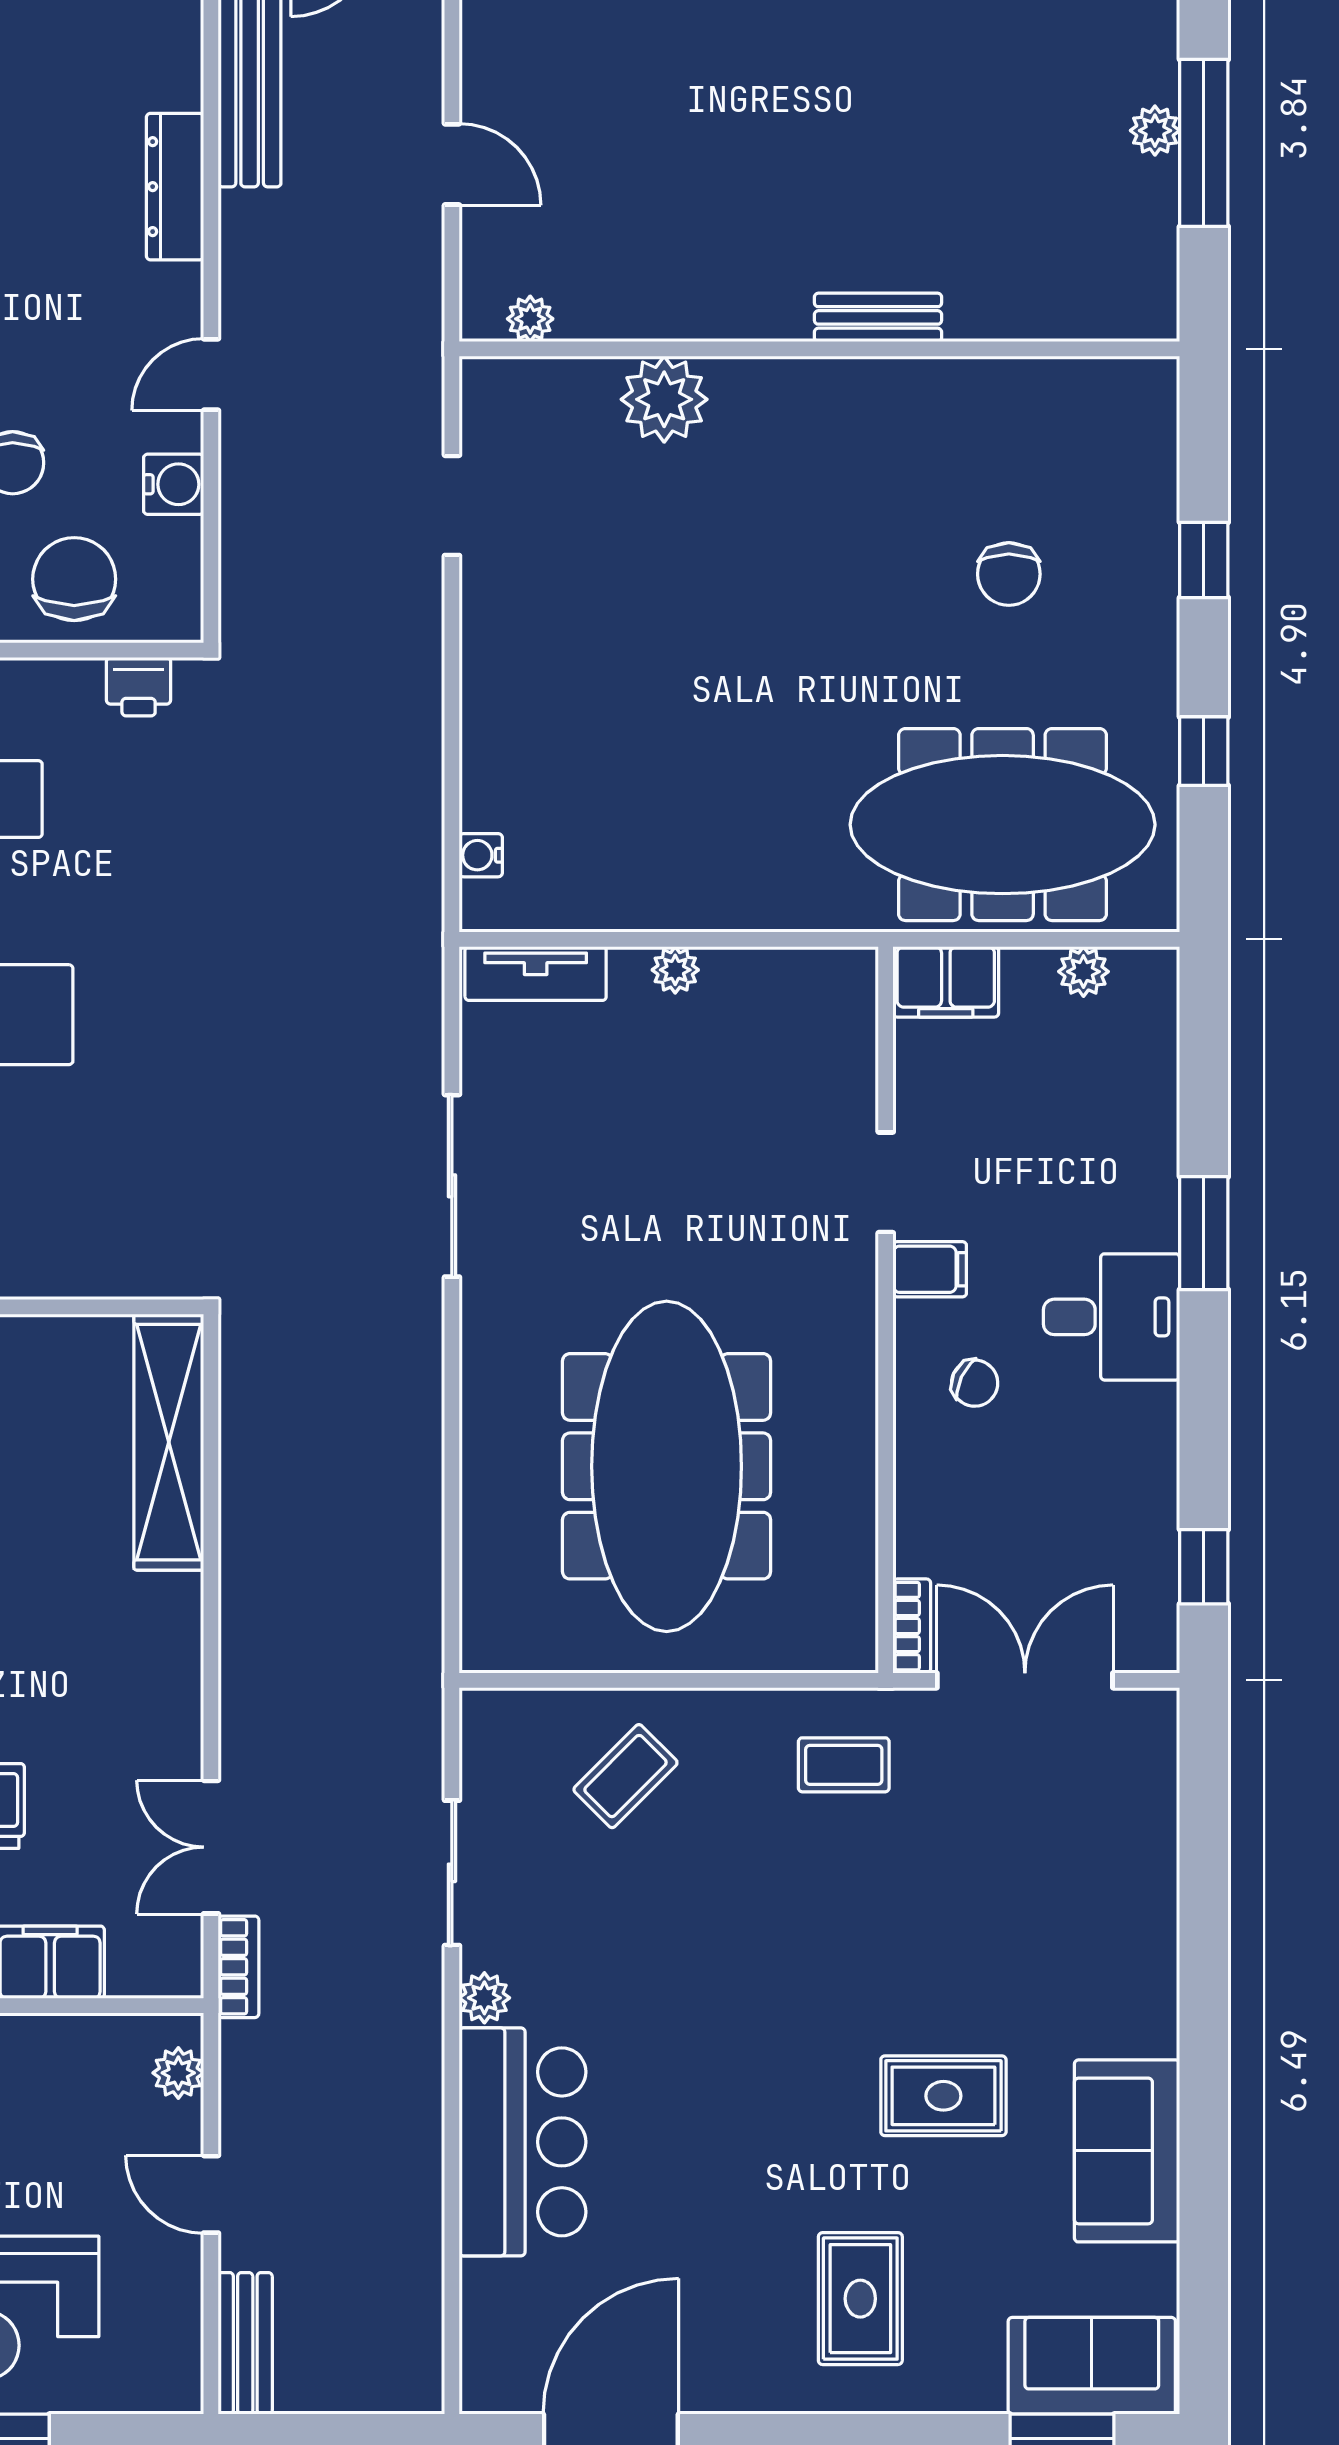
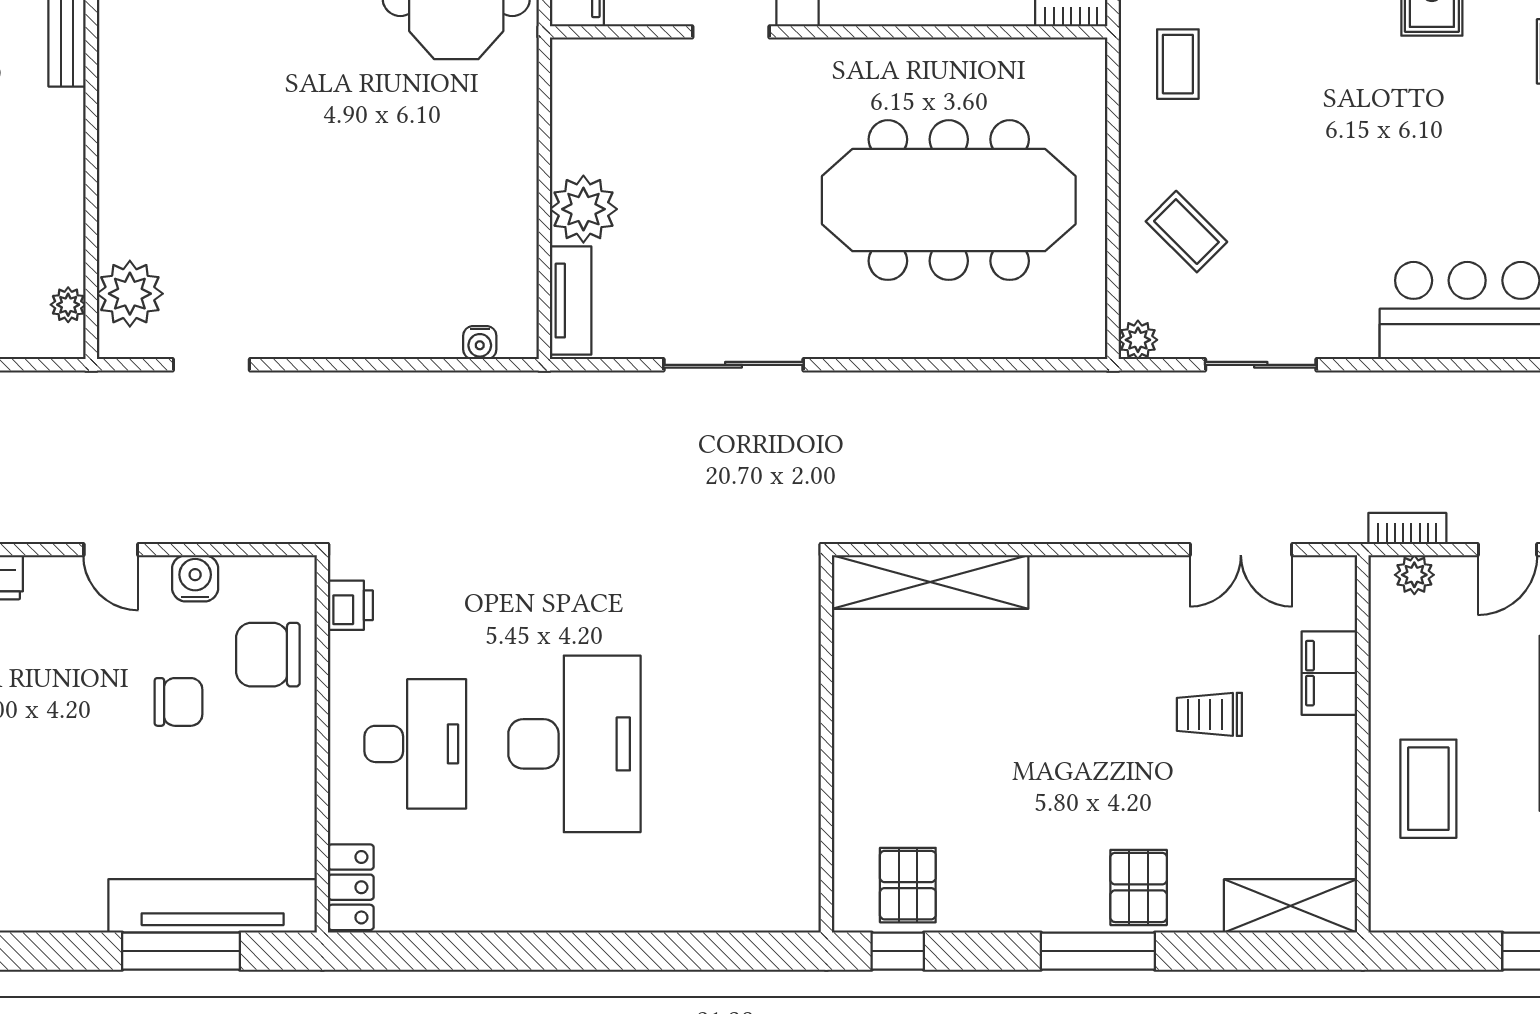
plant: (664, 399) -> (130, 294), moved
plant: (675, 970) -> (583, 209), width x1.88, depth x1.88
bookcase: (238, 1967) -> (1407, 529), moved
plant: (484, 1998) -> (1138, 340), moved

